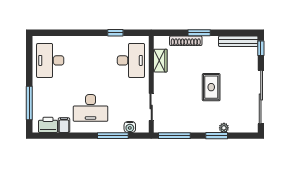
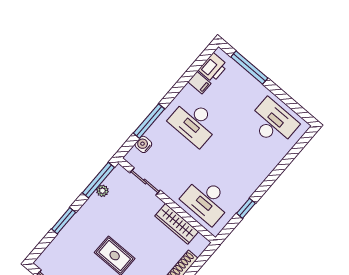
wardrobe: (160, 61) -> (177, 224), width x1.50
desk: (91, 108) -> (194, 122), turned -90
plant: (224, 128) -> (102, 191), moved

